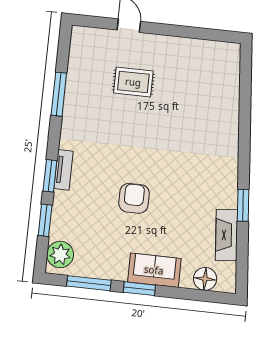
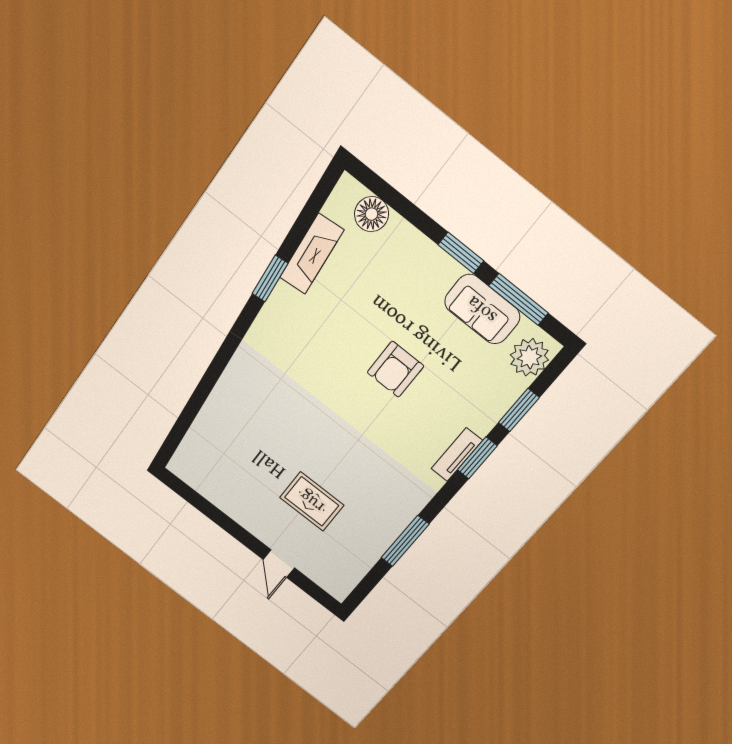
sofa: (154, 270) -> (482, 309), moved

